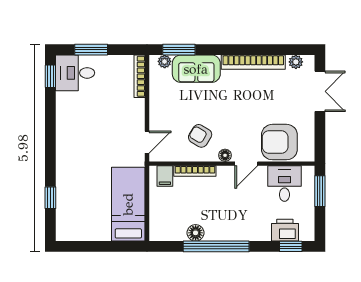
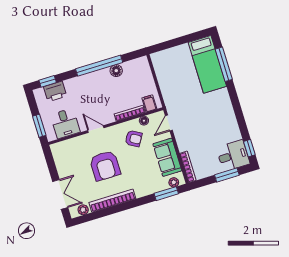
sofa: (196, 69) -> (167, 157), moved, turned -90
double door: (320, 91) -> (60, 194), swing flipped
armchair: (279, 142) -> (105, 166), moved, turned 90
floor lamp: (225, 155) -> (144, 121), moved
door: (246, 164) -> (96, 129), hinge flipped
window: (50, 198) -> (224, 64), width x2.17
bed: (128, 204) -> (207, 64), moved

